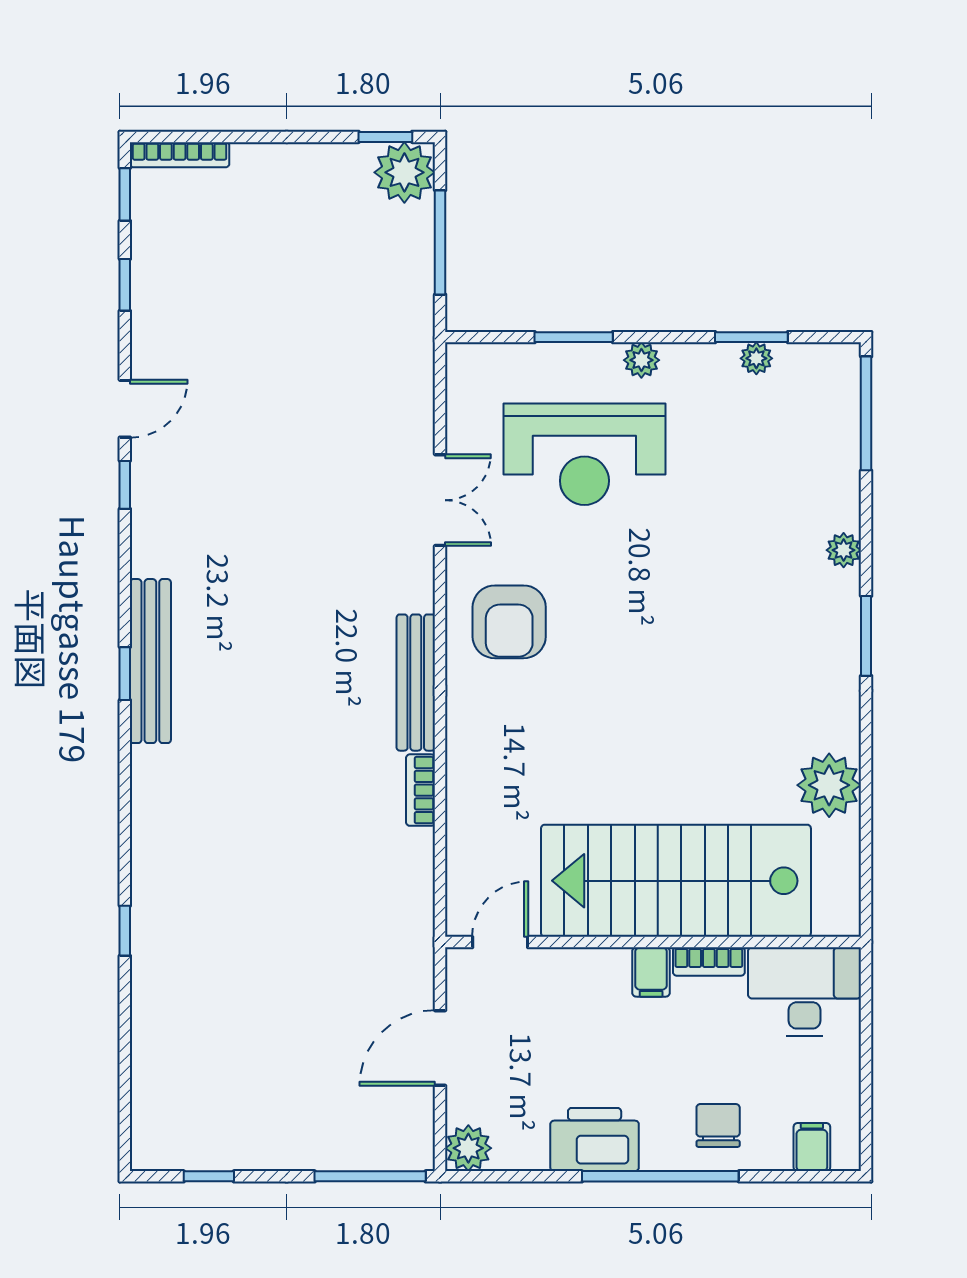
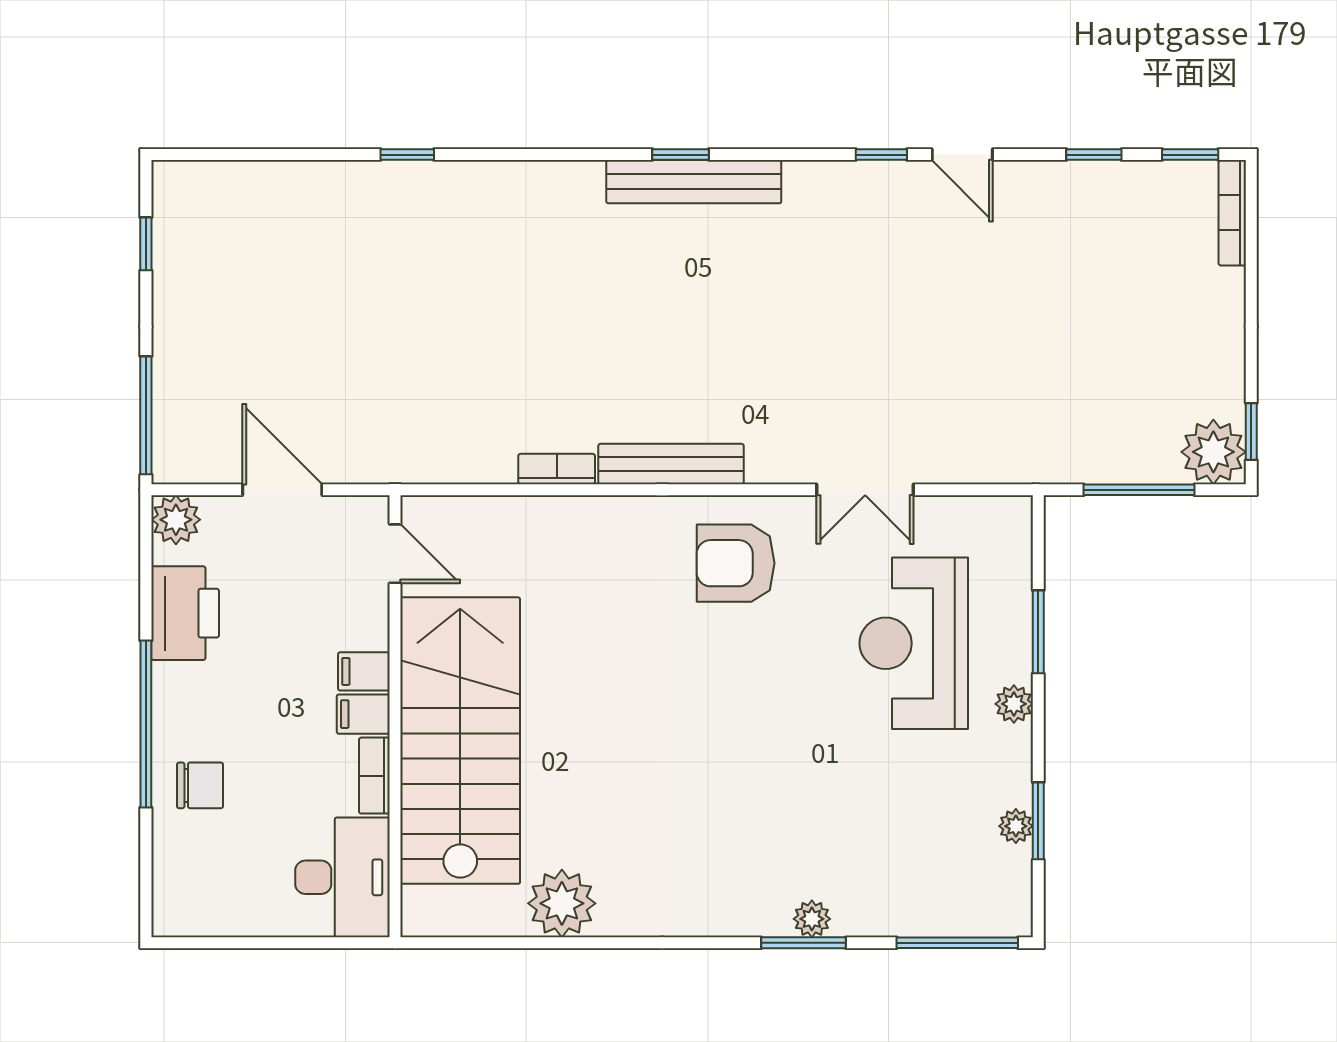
window: (866, 636) -> (804, 943), moved
printer: (595, 1140) -> (185, 613), moved
filing cabinet: (812, 1147) -> (364, 671), moved, turned 180

